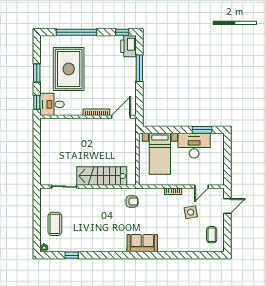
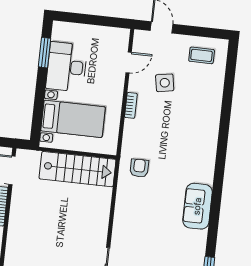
stairs: (102, 176) -> (77, 169), moved, turned -90
door: (202, 187) -> (129, 62), hinge flipped
sofa: (142, 243) -> (197, 206), moved

